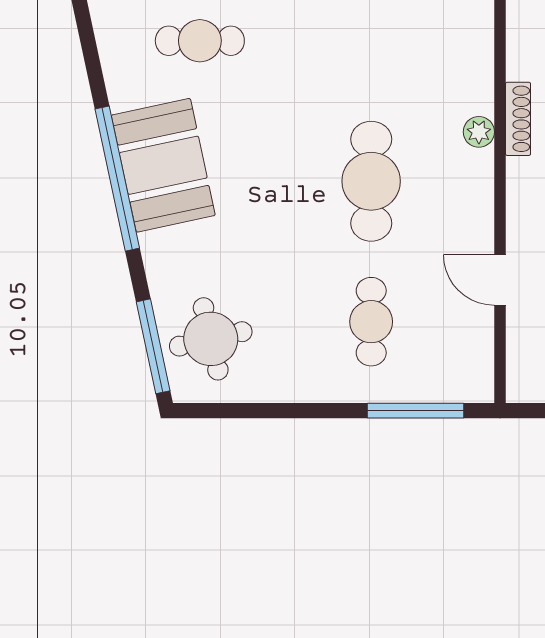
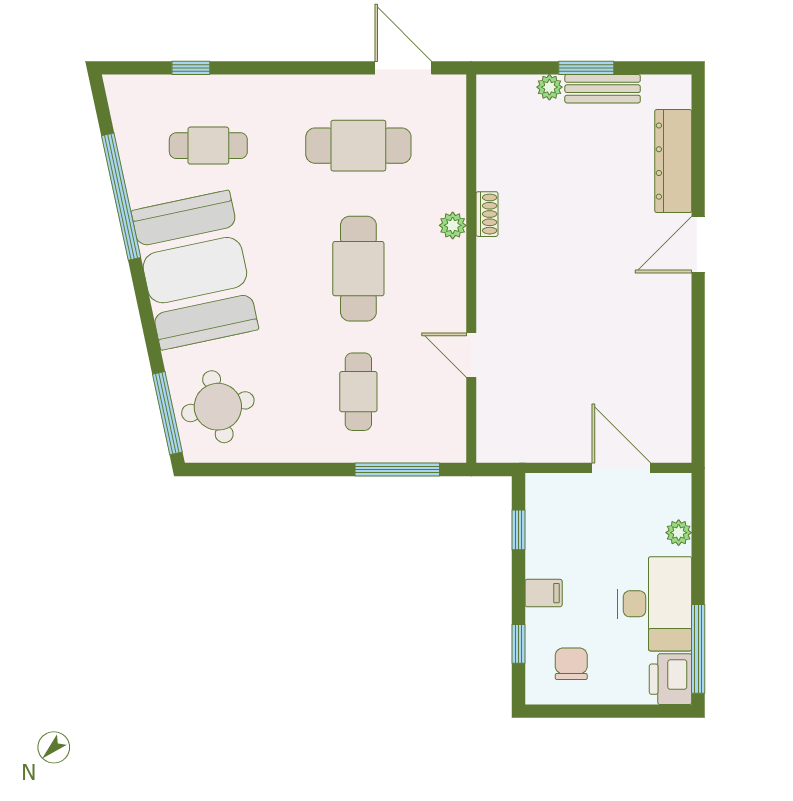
cafe table: (371, 41) -> (358, 146), added
shoe rack: (518, 119) -> (487, 214), width x0.70
booth: (163, 165) -> (195, 270), width x1.36, depth x1.42
window: (117, 179) -> (121, 197), moved

